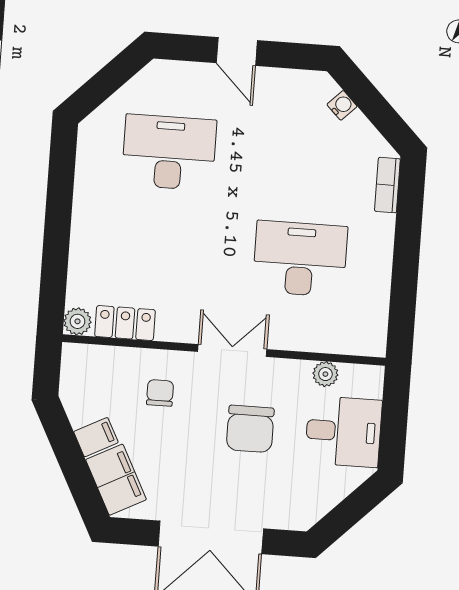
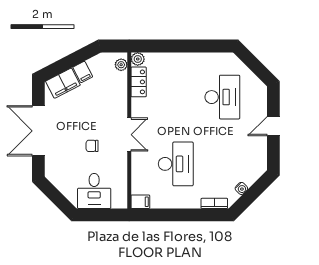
water cooler: (342, 105) -> (241, 188), moved
filing cabinet: (373, 338) -> (140, 202), added
plant: (325, 374) -> (121, 65), moved
chair: (160, 393) -> (106, 101), removed
chair: (250, 429) -> (92, 146), width x0.54, depth x0.54

